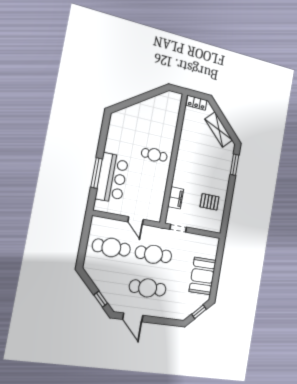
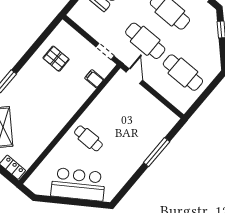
bar counter: (112, 178) -> (78, 184), moved, turned 56
filing cabinet: (176, 198) -> (94, 79), width x0.50
door: (136, 221) -> (134, 76), moved

